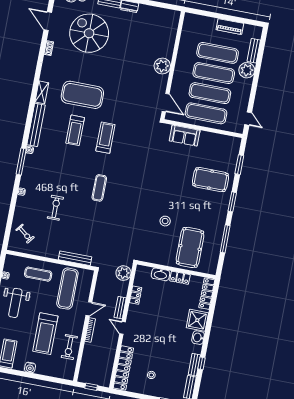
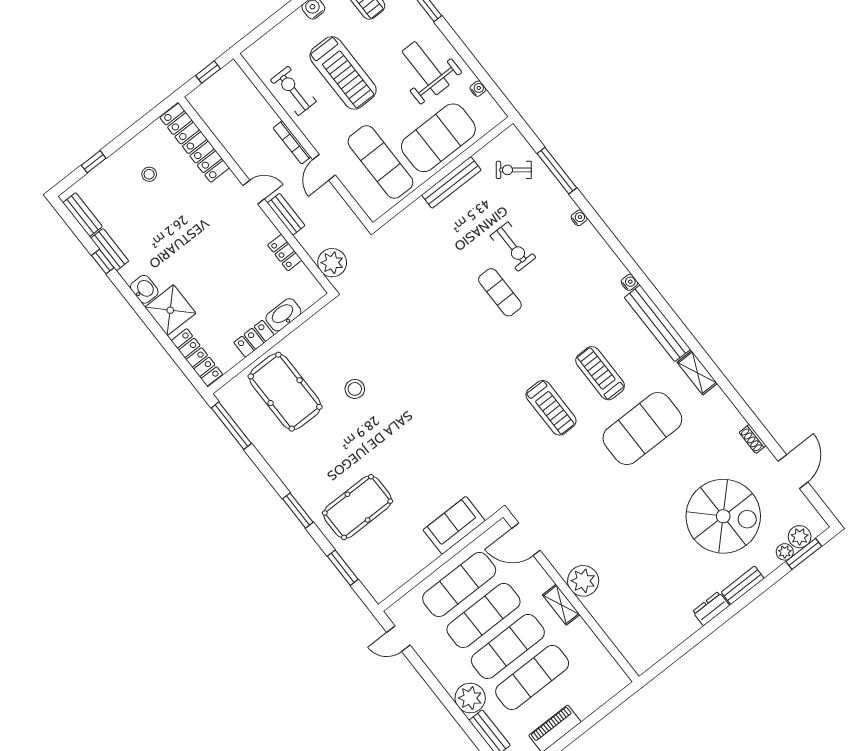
door: (48, 21) -> (793, 472), hinge flipped
shelving: (179, 66) -> (561, 605), added
window: (21, 162) -> (557, 171), moved
exercise mat: (99, 188) -> (500, 292), moved
window: (225, 239) -> (231, 426), moved
bench: (75, 258) -> (451, 183), moved
exercise mat: (38, 274) -> (438, 138), width x2.00, depth x1.45
treadmill: (45, 334) -> (343, 73), turned 180

